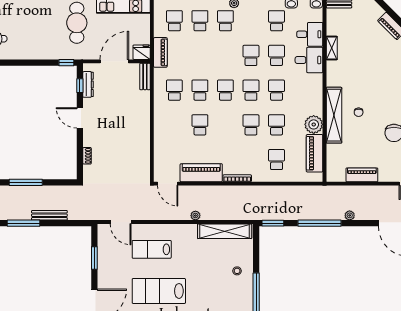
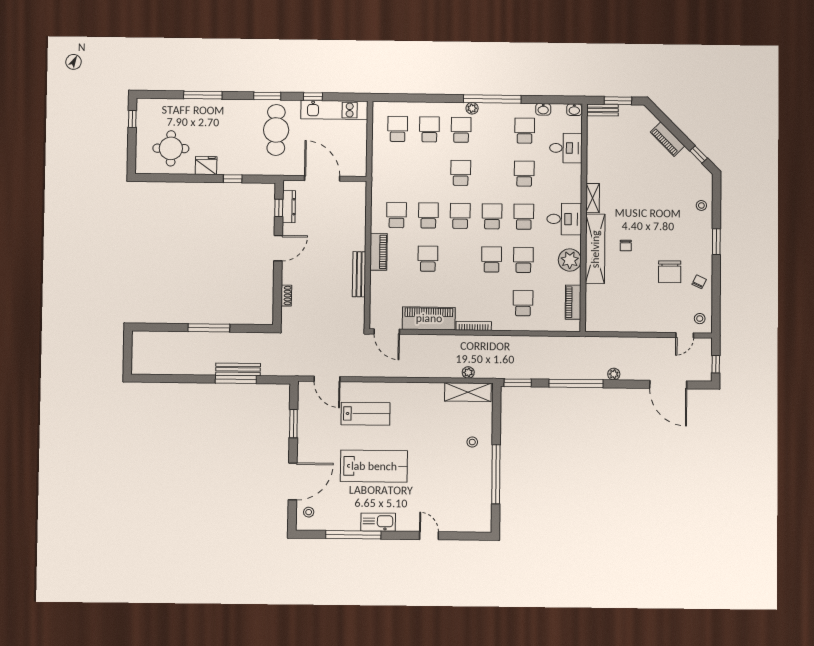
shelving: (332, 48) -> (593, 198), moved
fridge: (142, 52) -> (206, 166), moved
piano: (160, 52) -> (379, 252), moved
school desk: (251, 55) -> (461, 173), moved
desk: (309, 60) -> (564, 219), moved
door: (114, 61) -> (322, 178), hinge flipped
window: (66, 63) -> (233, 179), moved
bench: (145, 76) -> (359, 274), moved, width x1.36
door: (80, 118) -> (278, 248), swing flipped
piano: (315, 153) -> (573, 302), width x0.73, depth x0.75
piano: (362, 175) -> (629, 324), removed
plant: (195, 216) -> (468, 372), moved
window: (24, 223) -> (236, 379), moved
shelving: (225, 231) -> (468, 392), width x0.68
lab bench: (152, 249) -> (366, 414), turned 180
lab bench: (159, 291) -> (374, 466), turned 180

